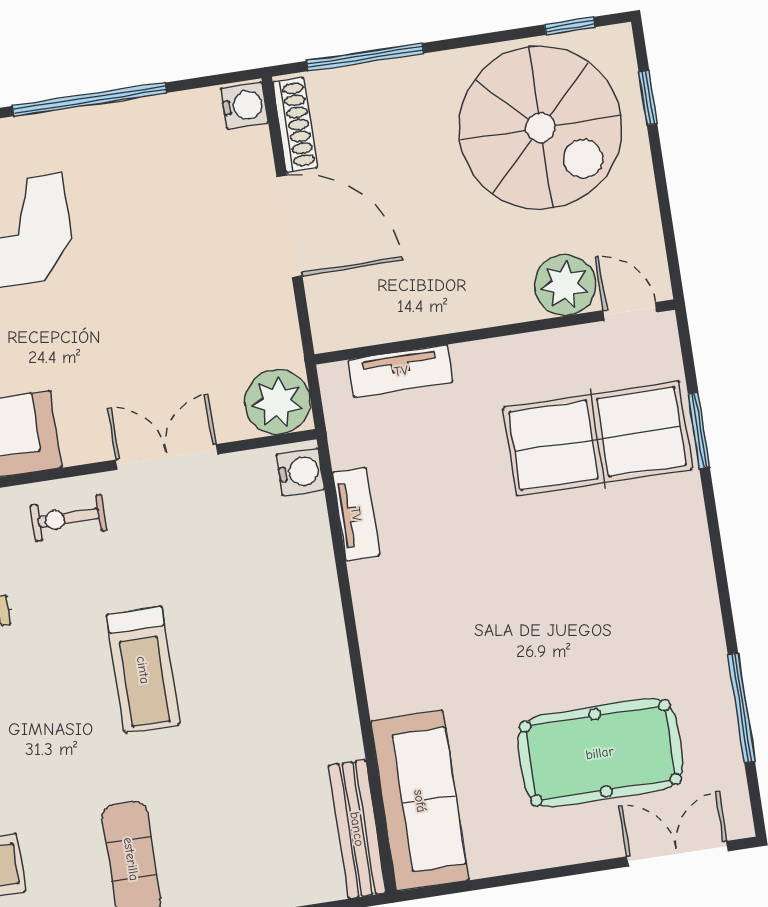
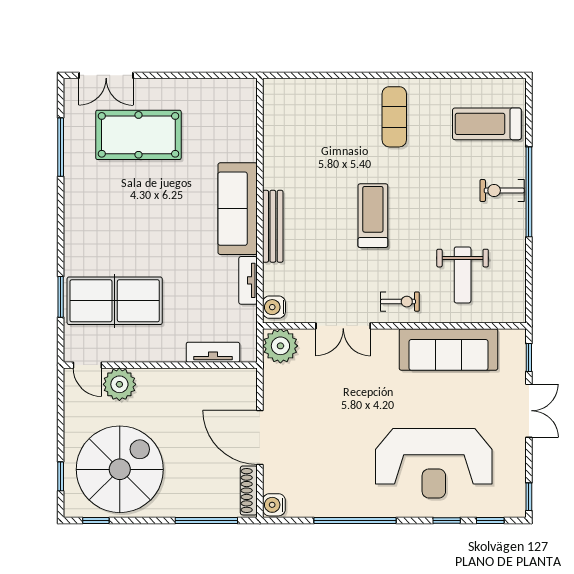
spiral stairs: (540, 128) -> (120, 469), turned 90
sofa: (420, 801) -> (238, 209), moved
bench: (357, 829) -> (273, 226), moved

